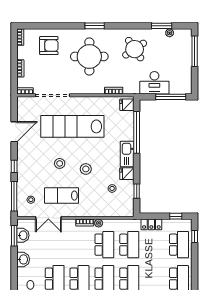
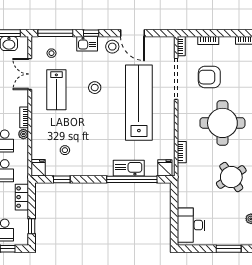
armchair: (49, 46) -> (209, 77), moved, turned 90
window: (195, 51) -> (229, 249), width x0.69
desk: (154, 83) -> (191, 225), moved
window: (171, 97) -> (174, 220), removed
kitchen sink: (127, 154) -> (129, 168), moved
stool: (86, 169) -> (112, 47), moved
kitchen sink: (23, 170) -> (87, 44), added
fridge: (127, 174) -> (38, 168), moved
lab bench: (62, 196) -> (56, 90), turned 180

